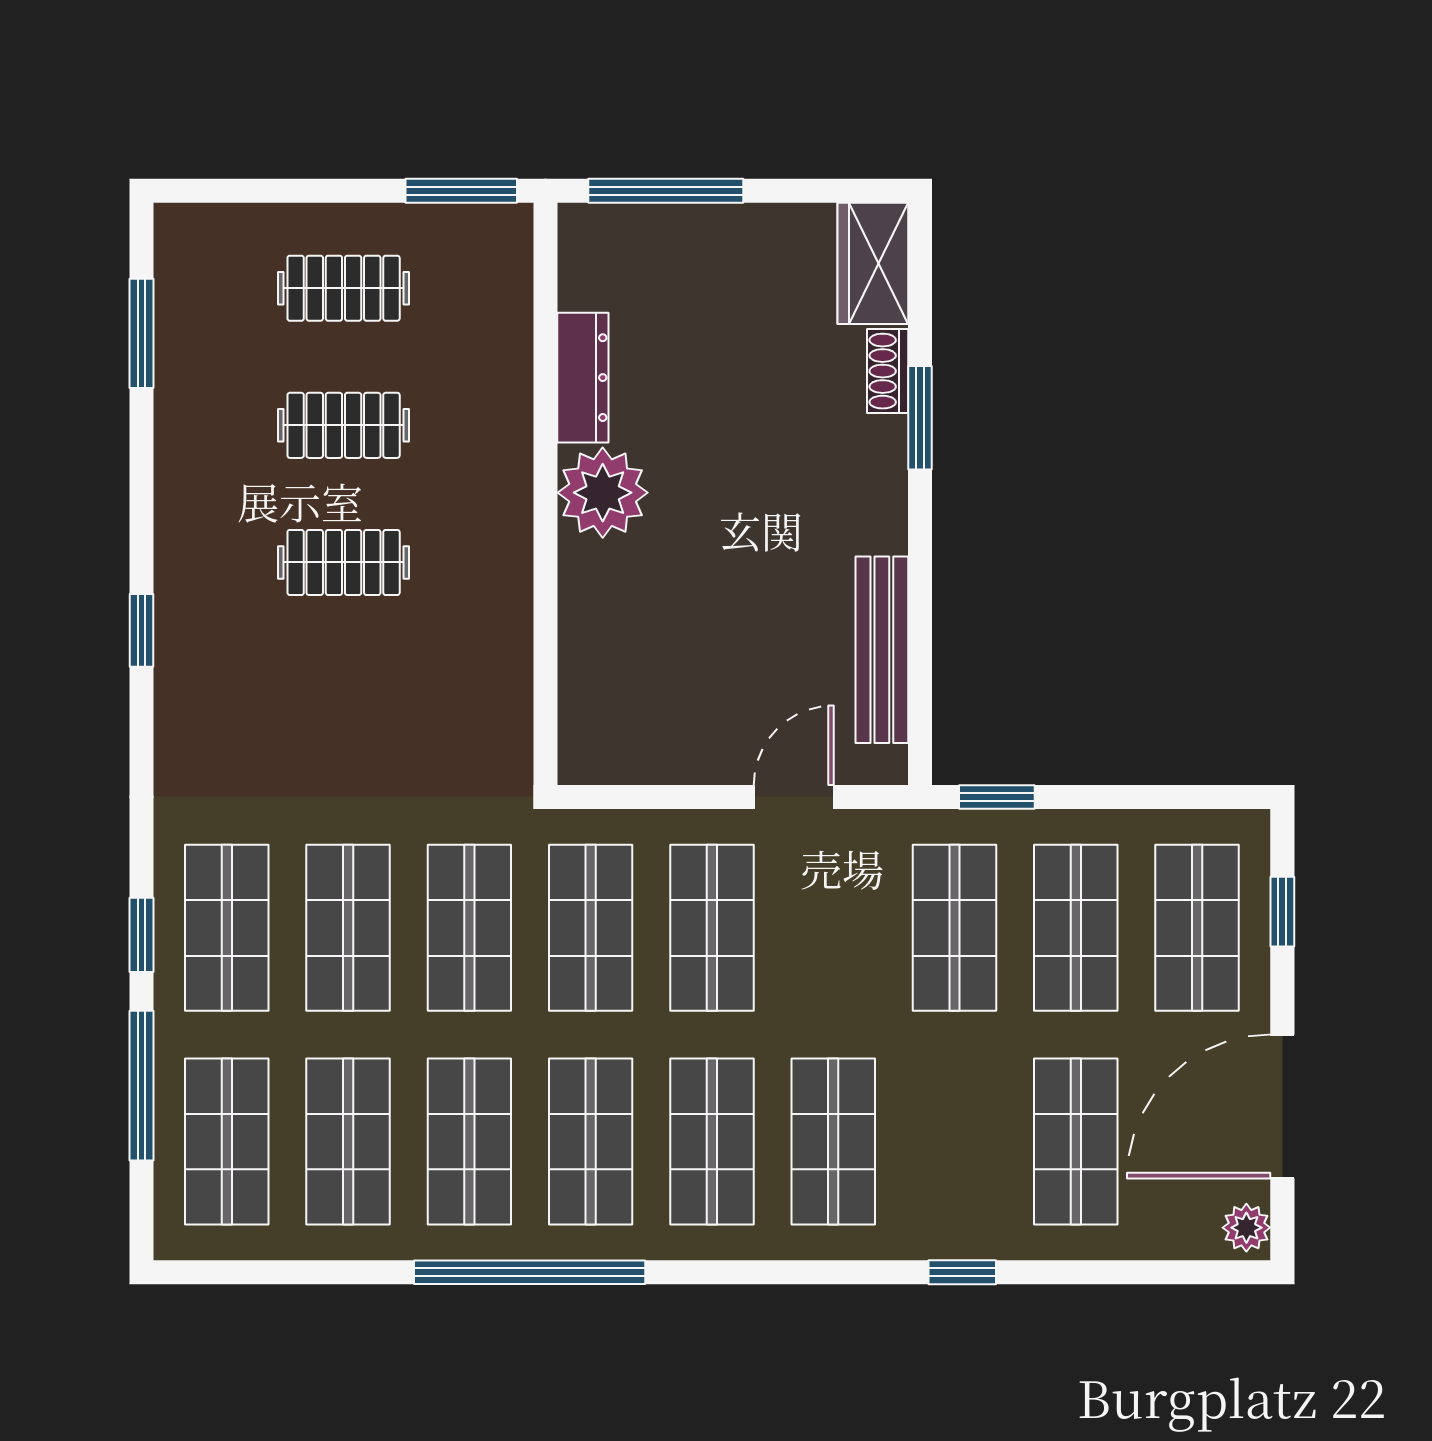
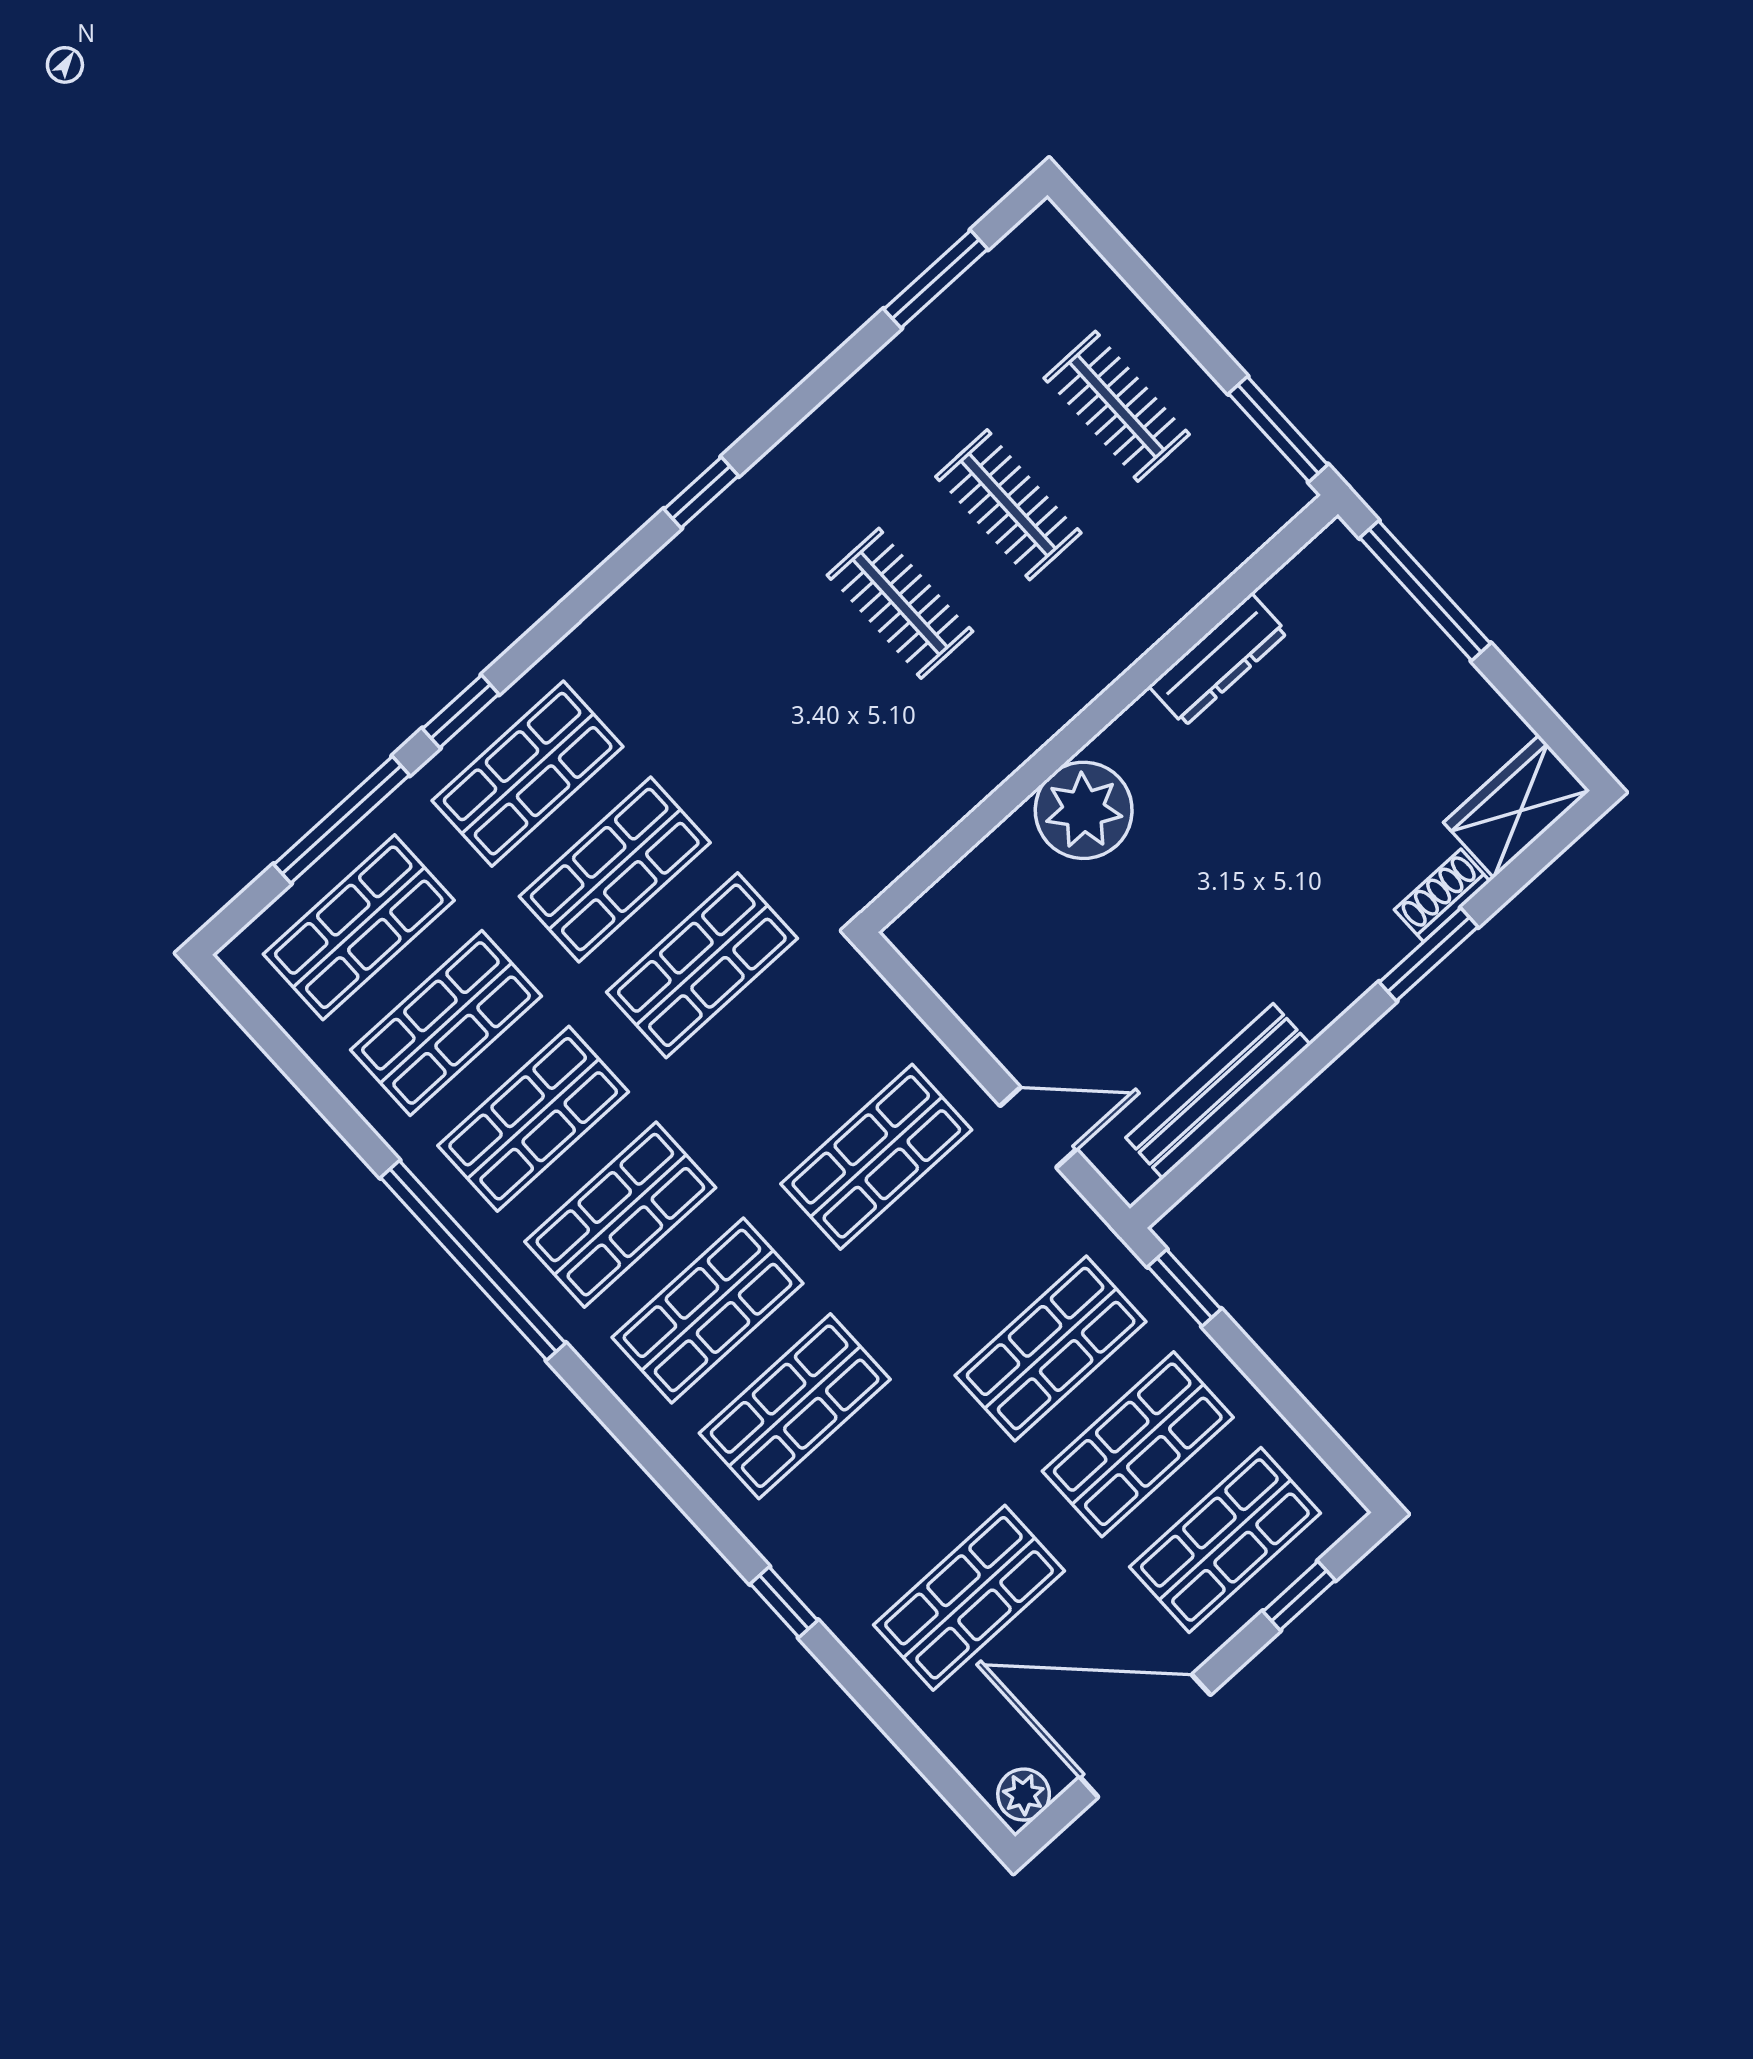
plant: (603, 493) -> (1084, 810), moved
shop shelf: (591, 928) -> (789, 1061), removed

